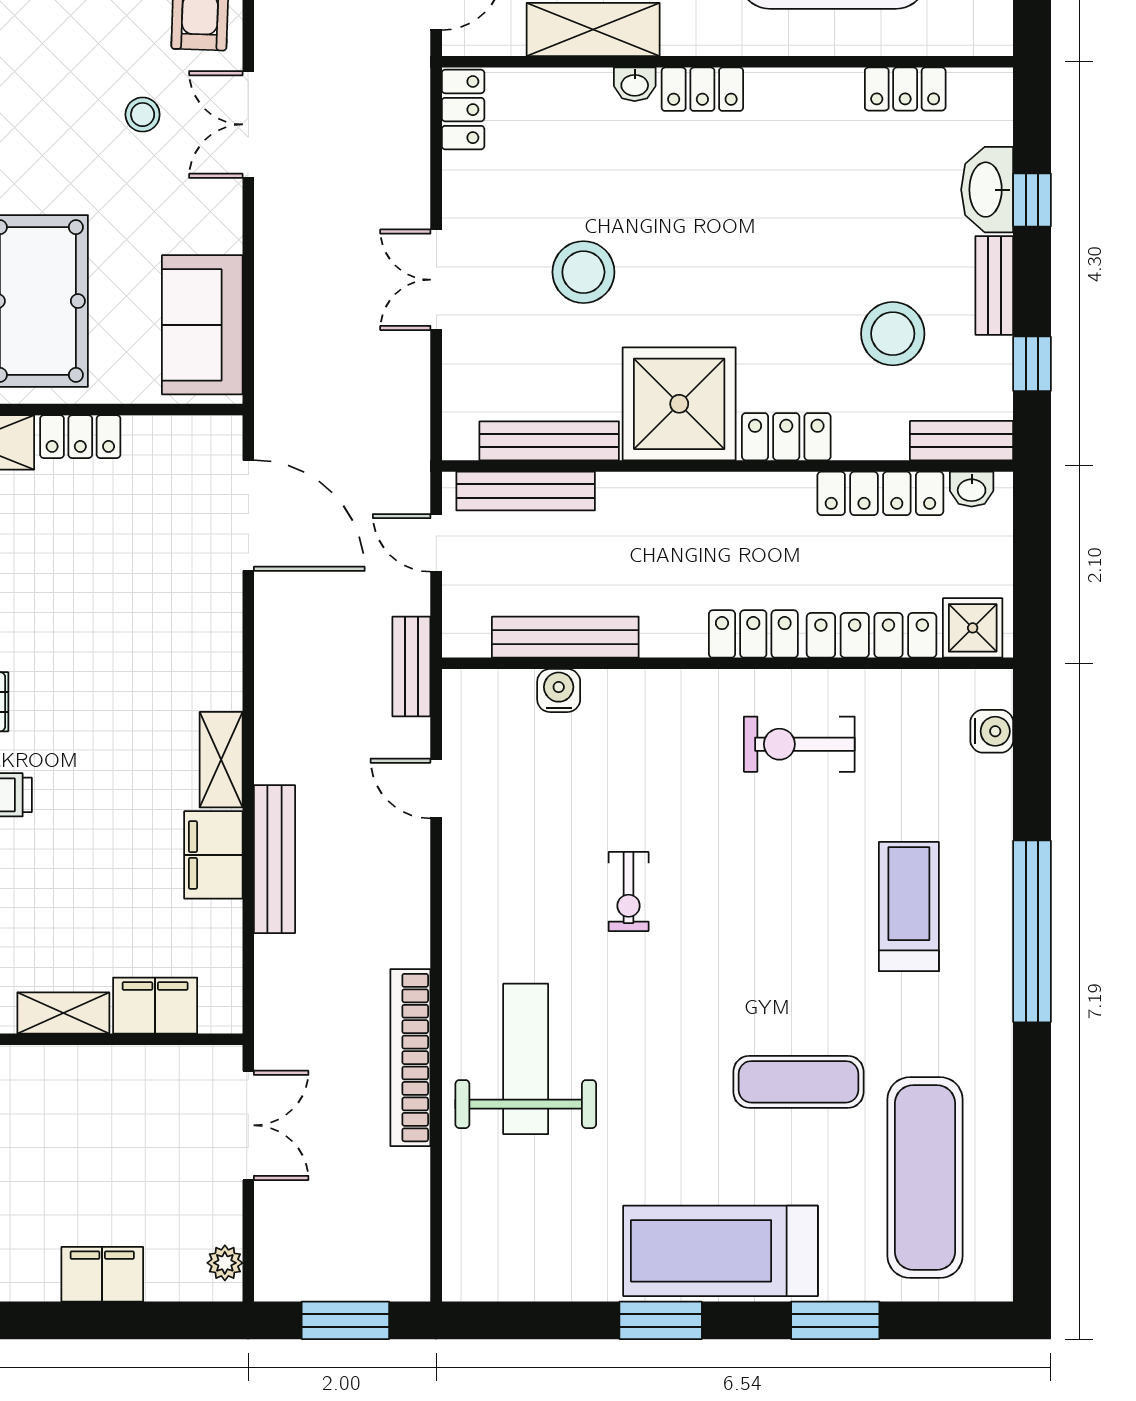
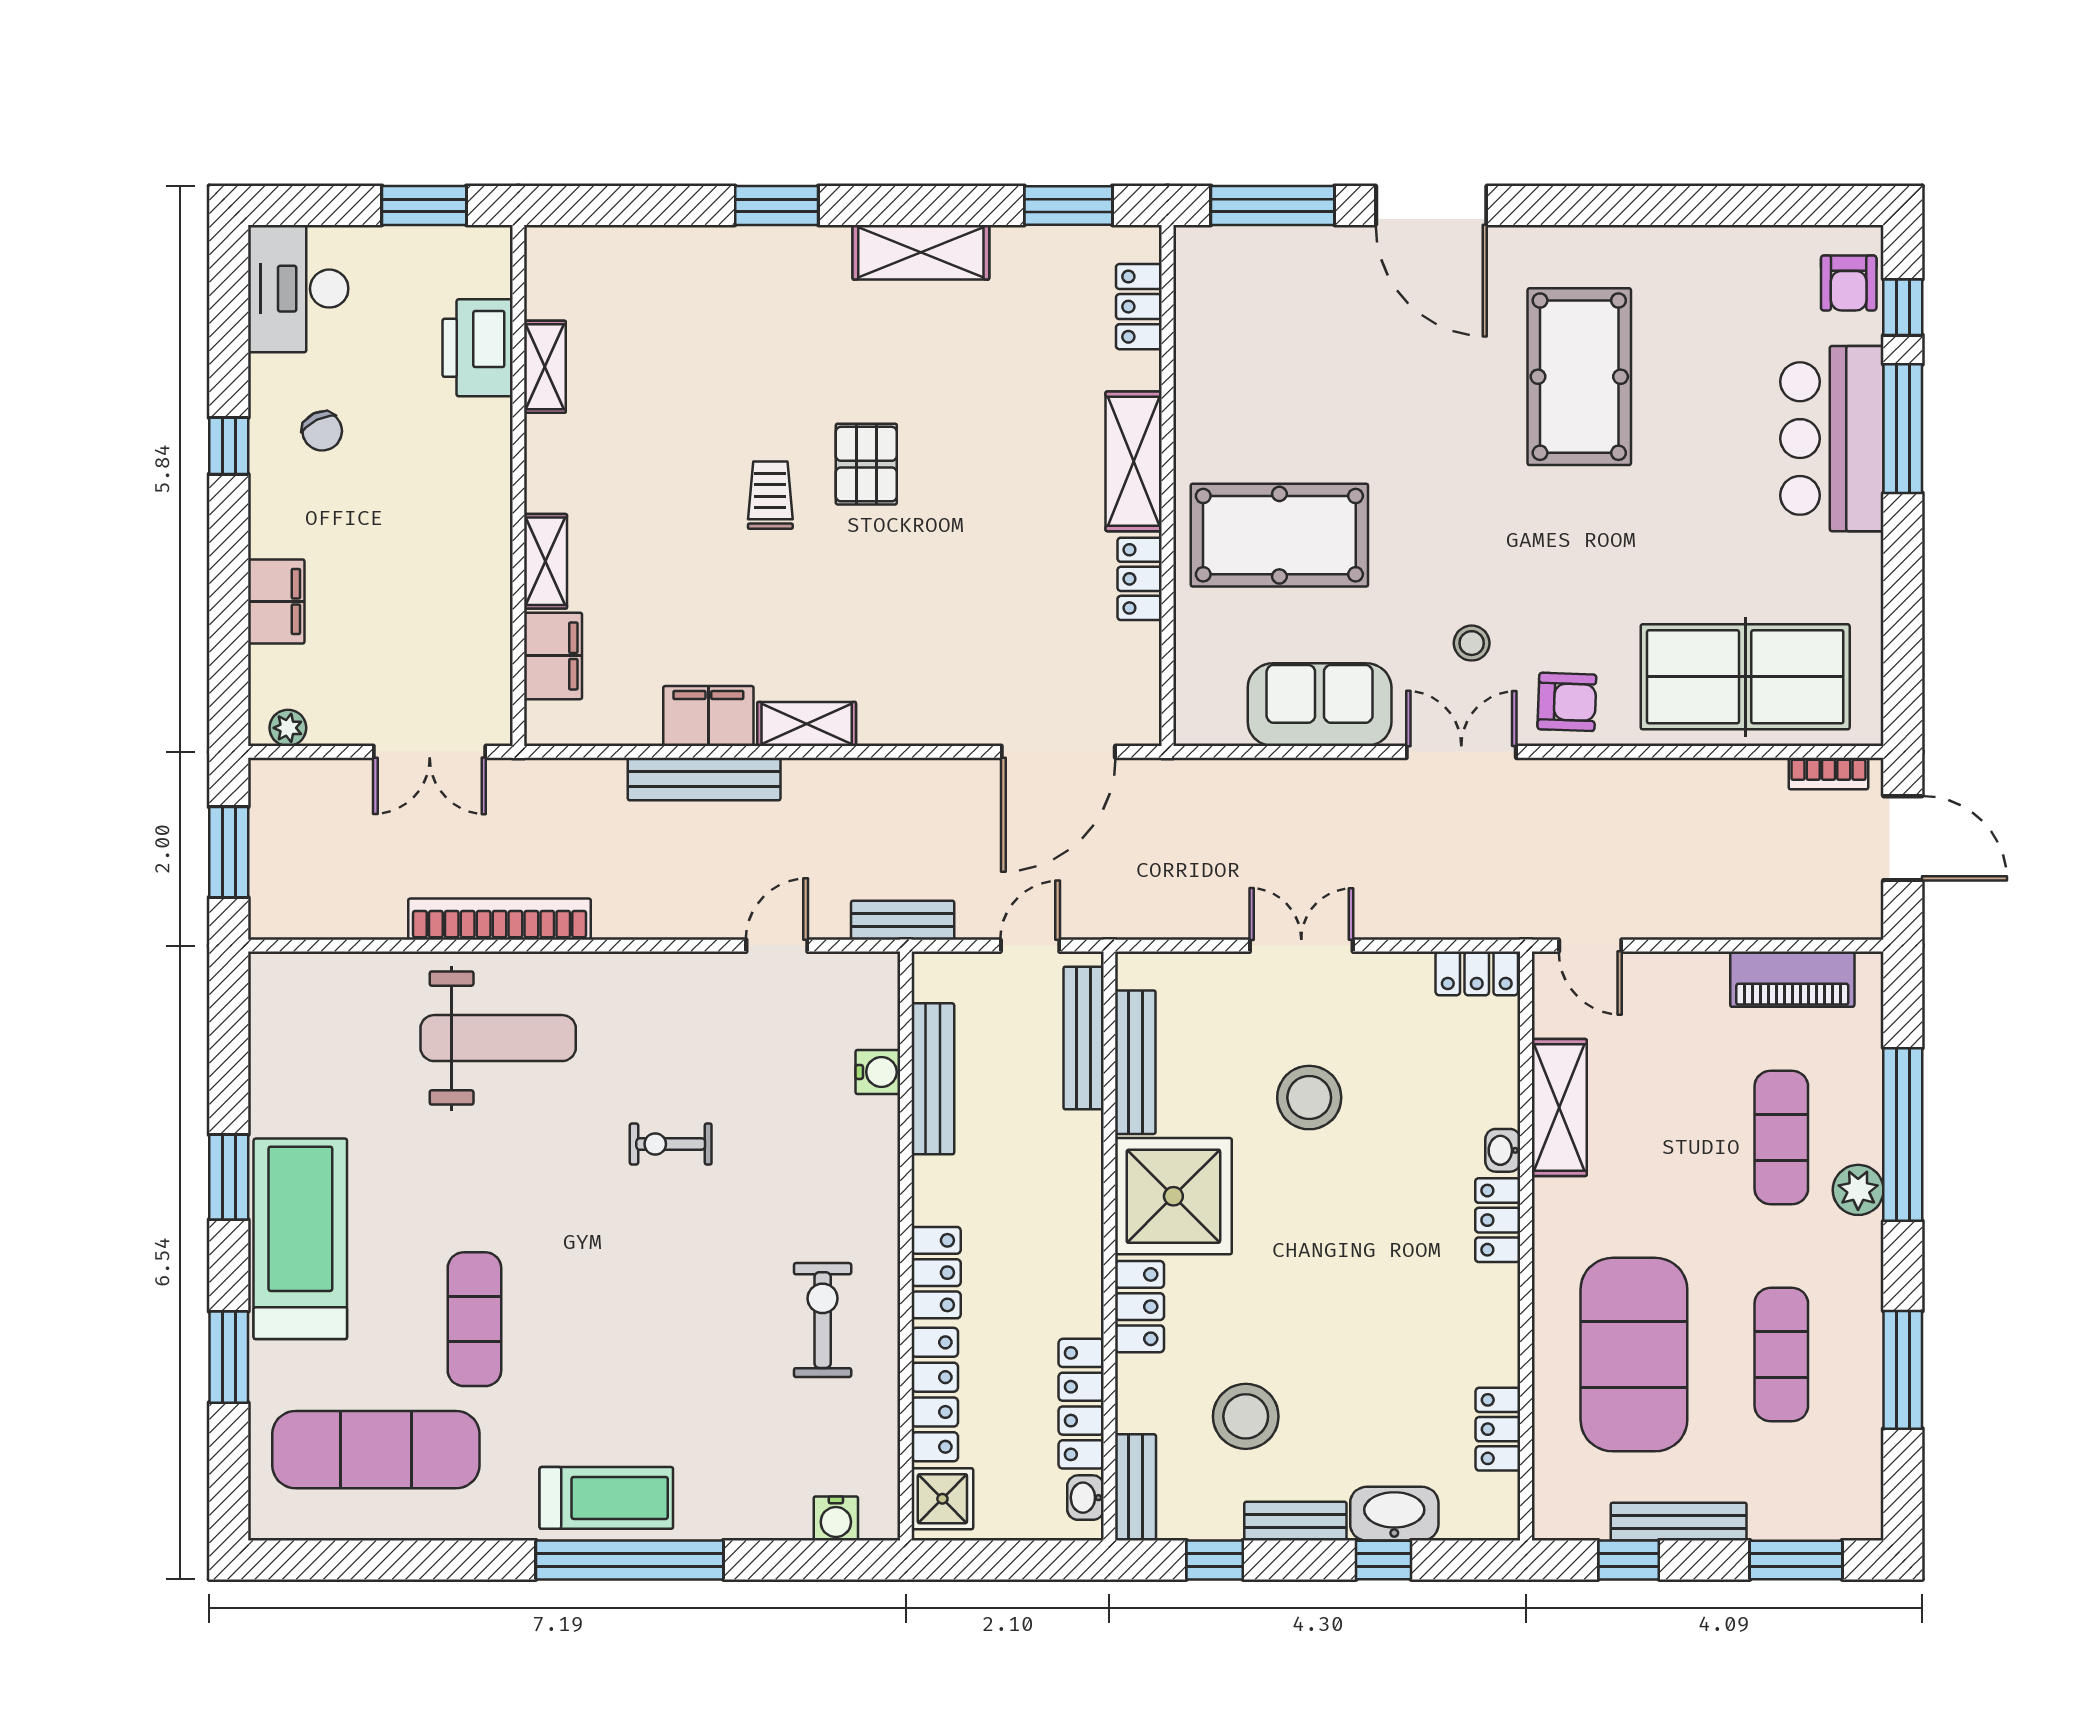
sofa: (202, 325) -> (1320, 705), moved
treadmill: (909, 907) -> (606, 1498), moved

